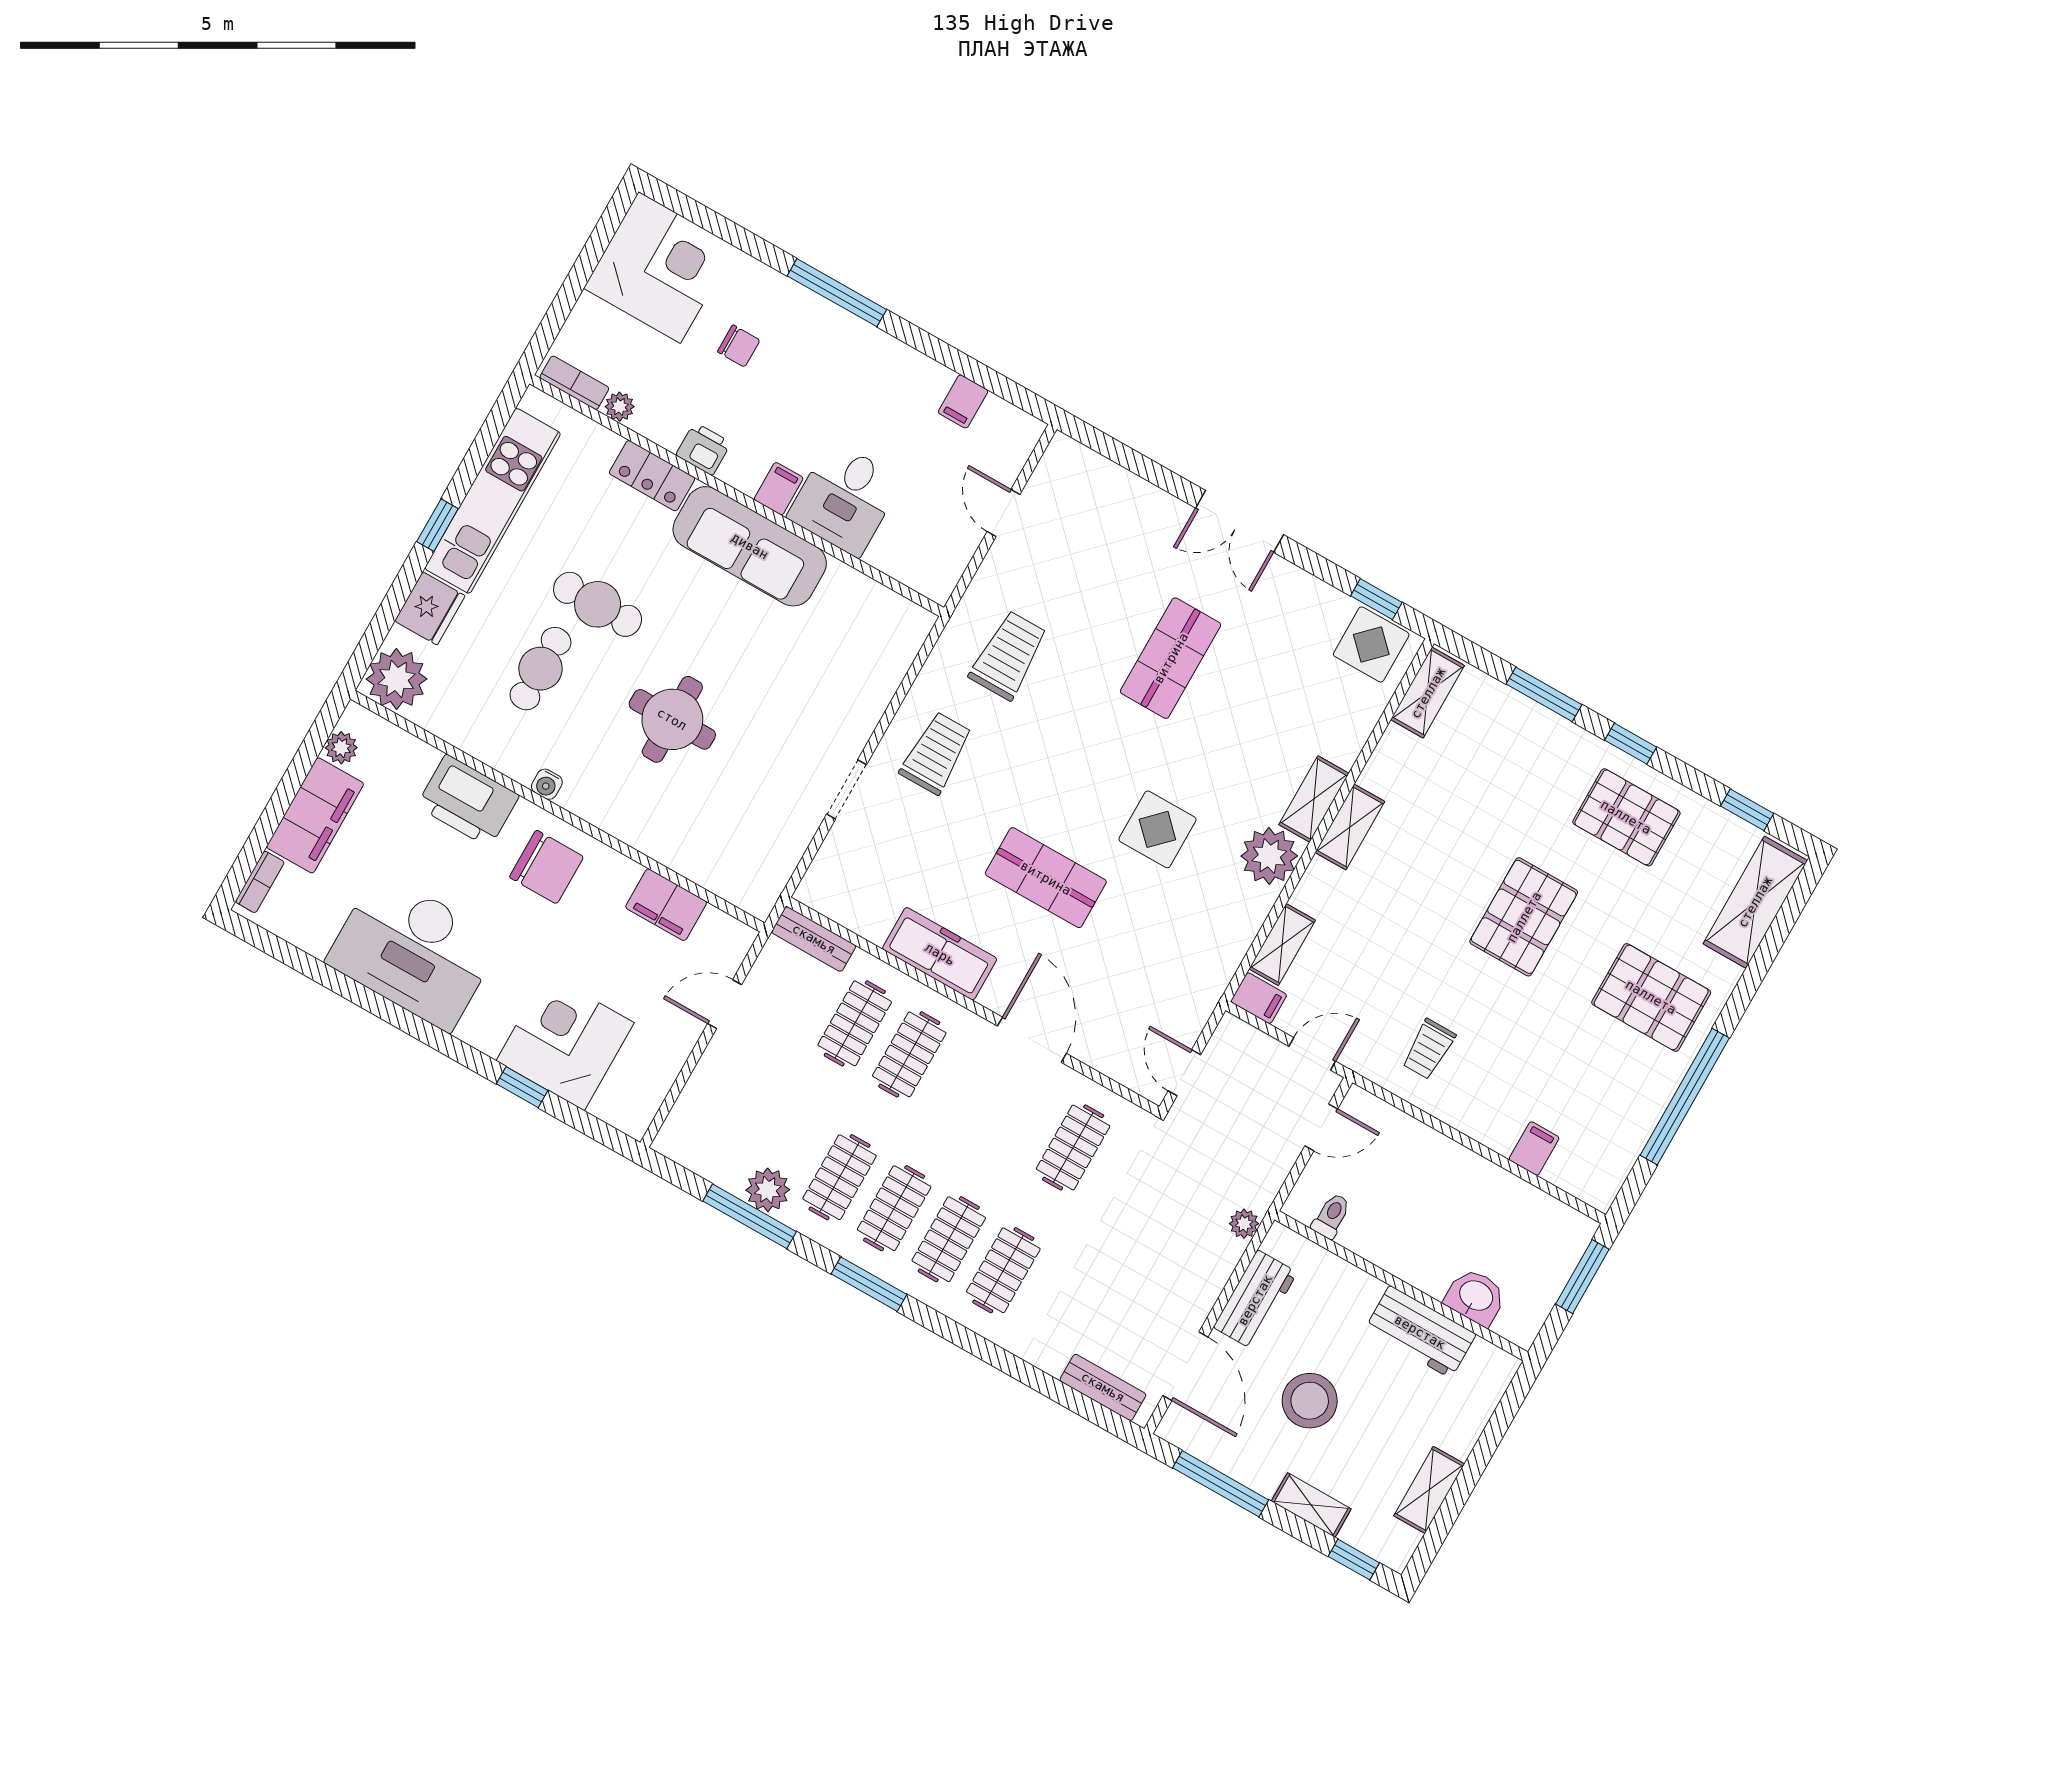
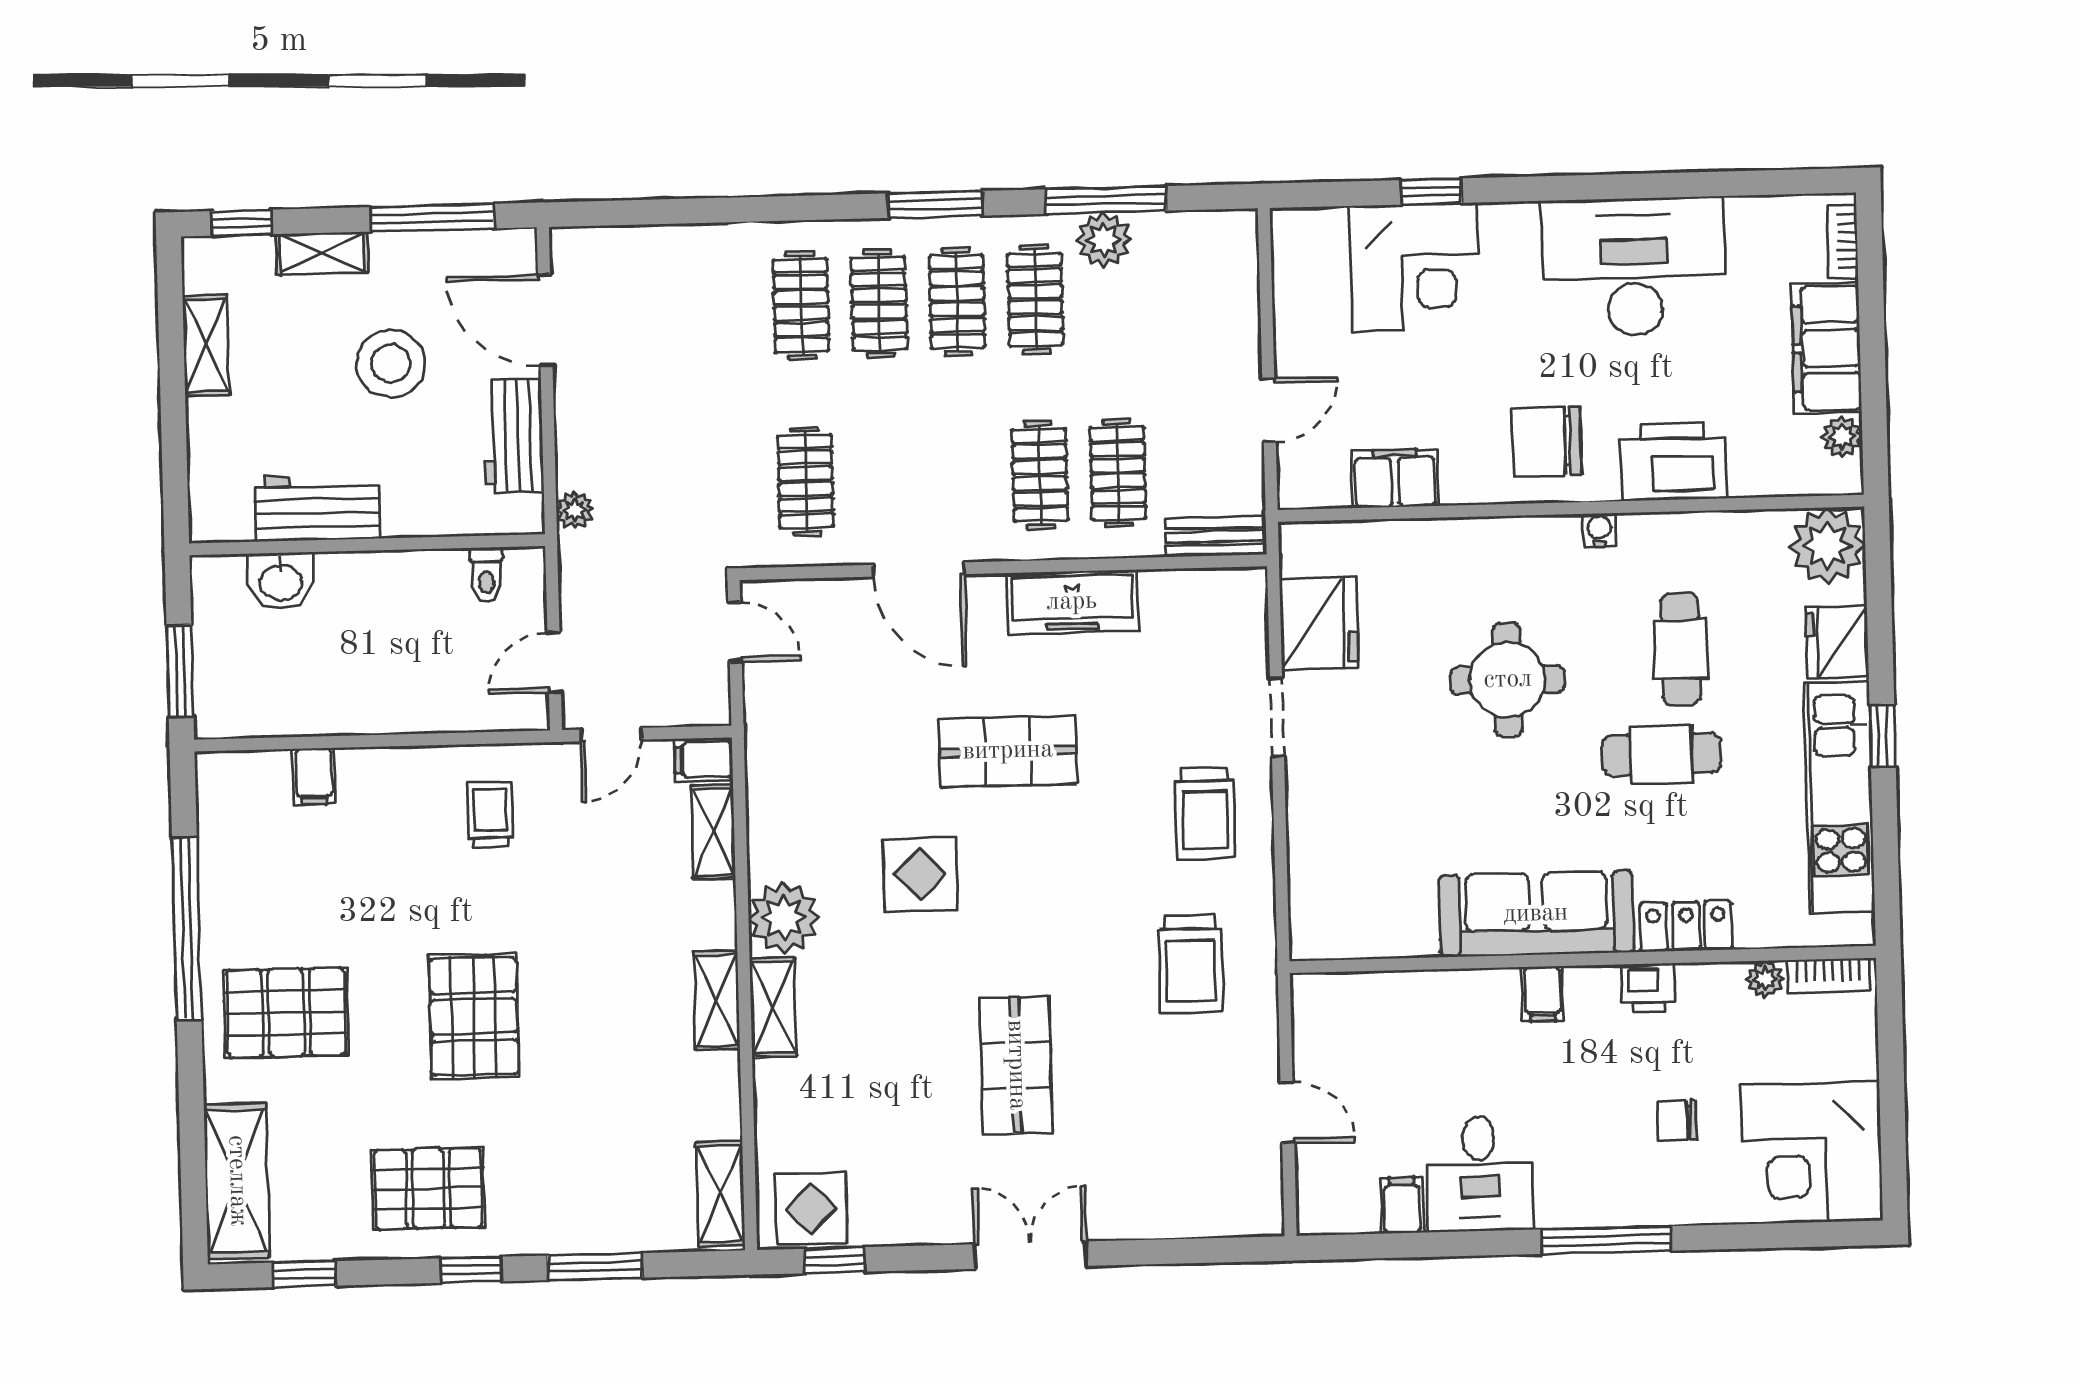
desk: (845, 499) -> (1479, 1174), moved, turned 180
fridge: (779, 836) -> (1319, 623), added
bench: (1103, 1387) -> (620, 245), removed

